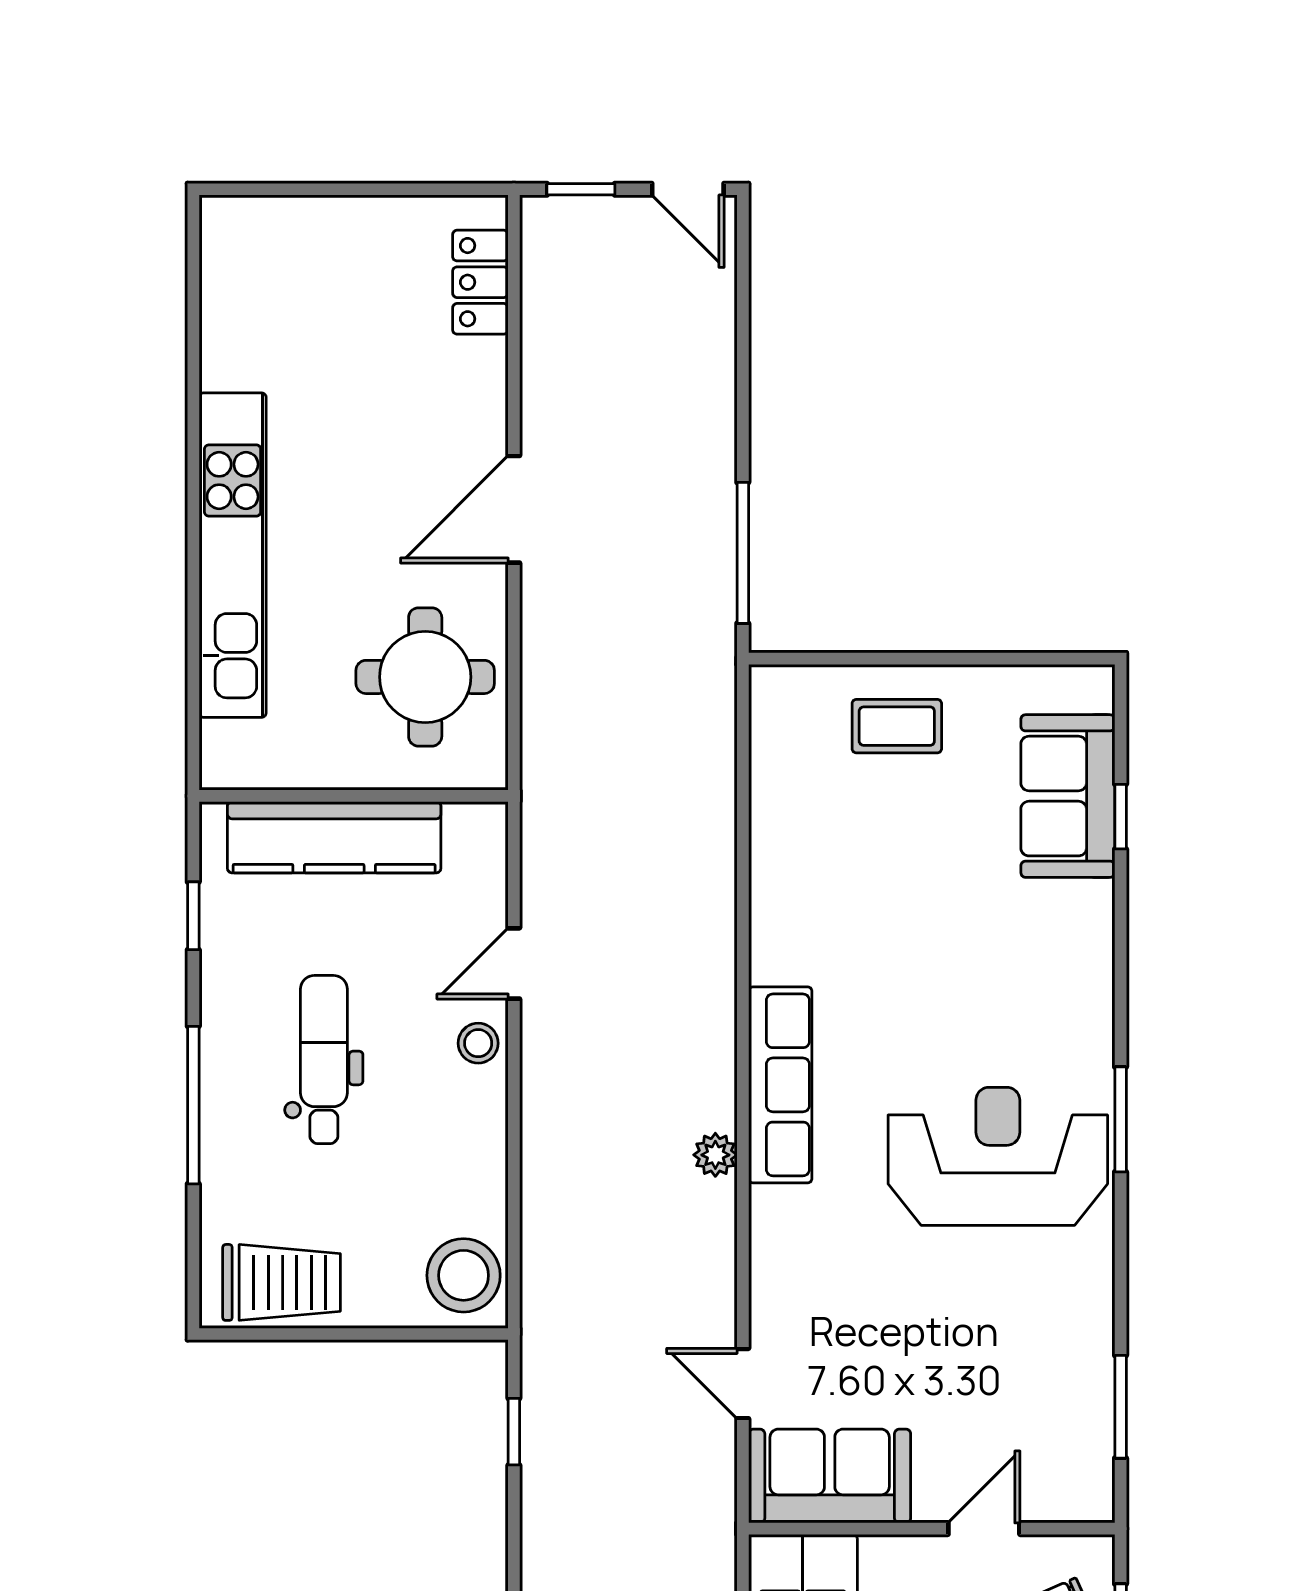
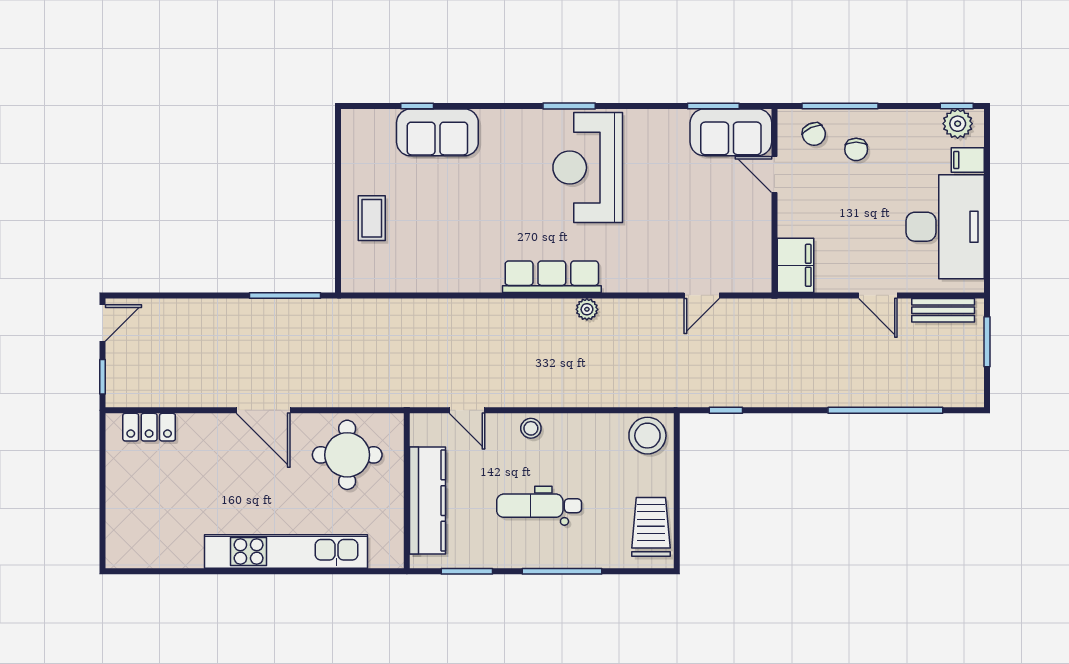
sofa: (1068, 796) -> (437, 132), moved
window: (193, 916) -> (467, 571), width x1.50
door: (514, 963) -> (467, 410), moved
sofa: (830, 1476) -> (731, 132), moved, turned -90

